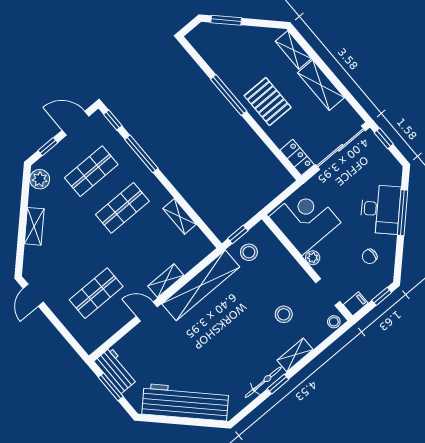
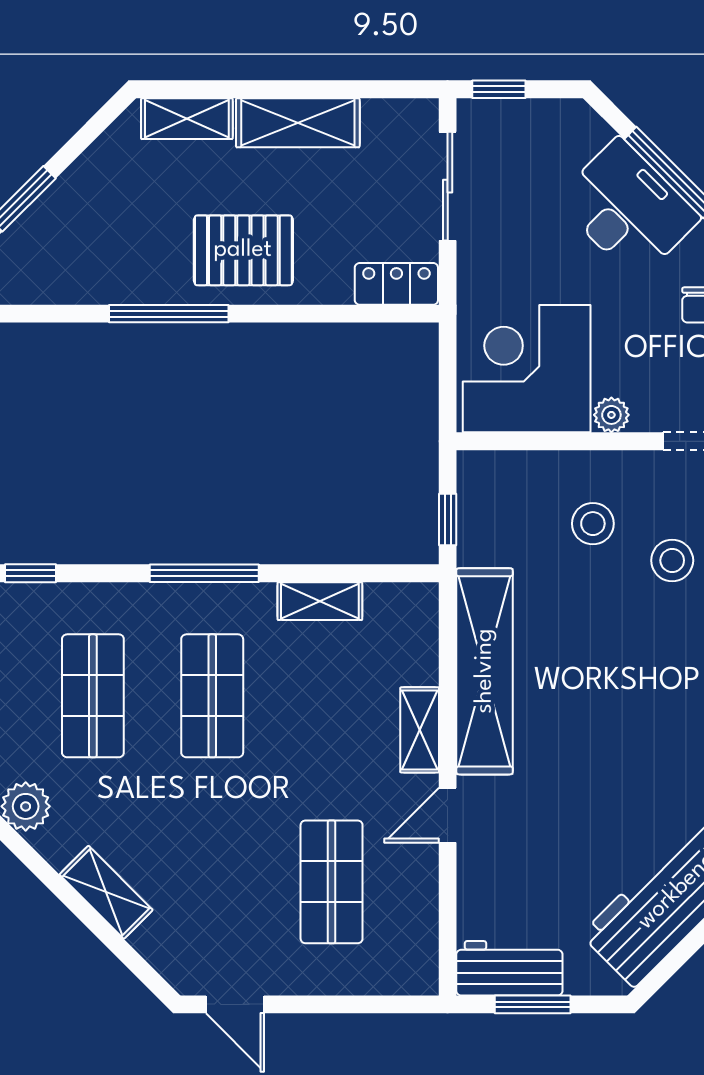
sliding door: (341, 148) -> (448, 186), width x0.73
window: (141, 154) -> (204, 573), moved
stool: (249, 252) -> (593, 524), moved

